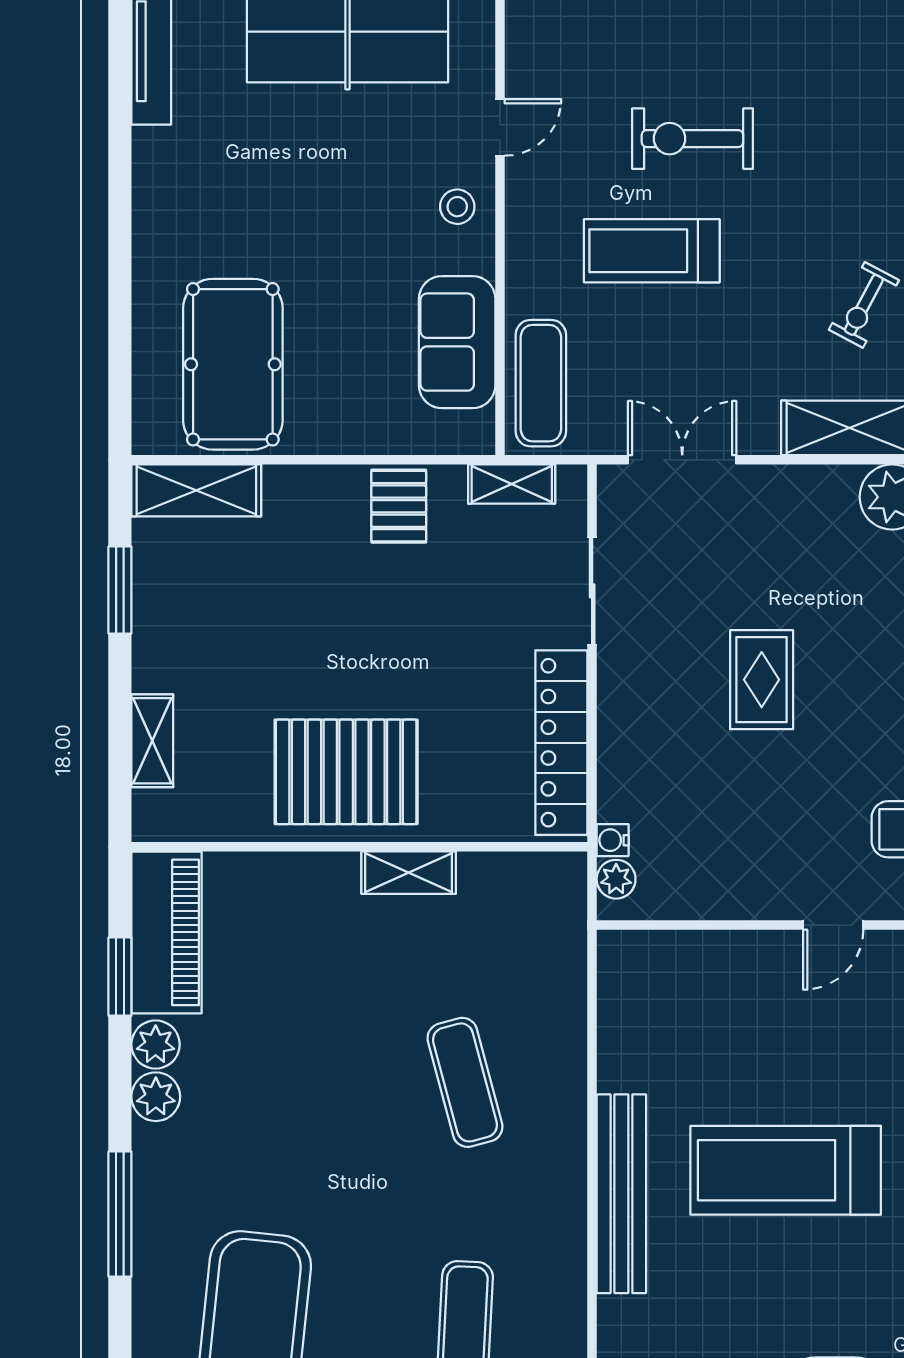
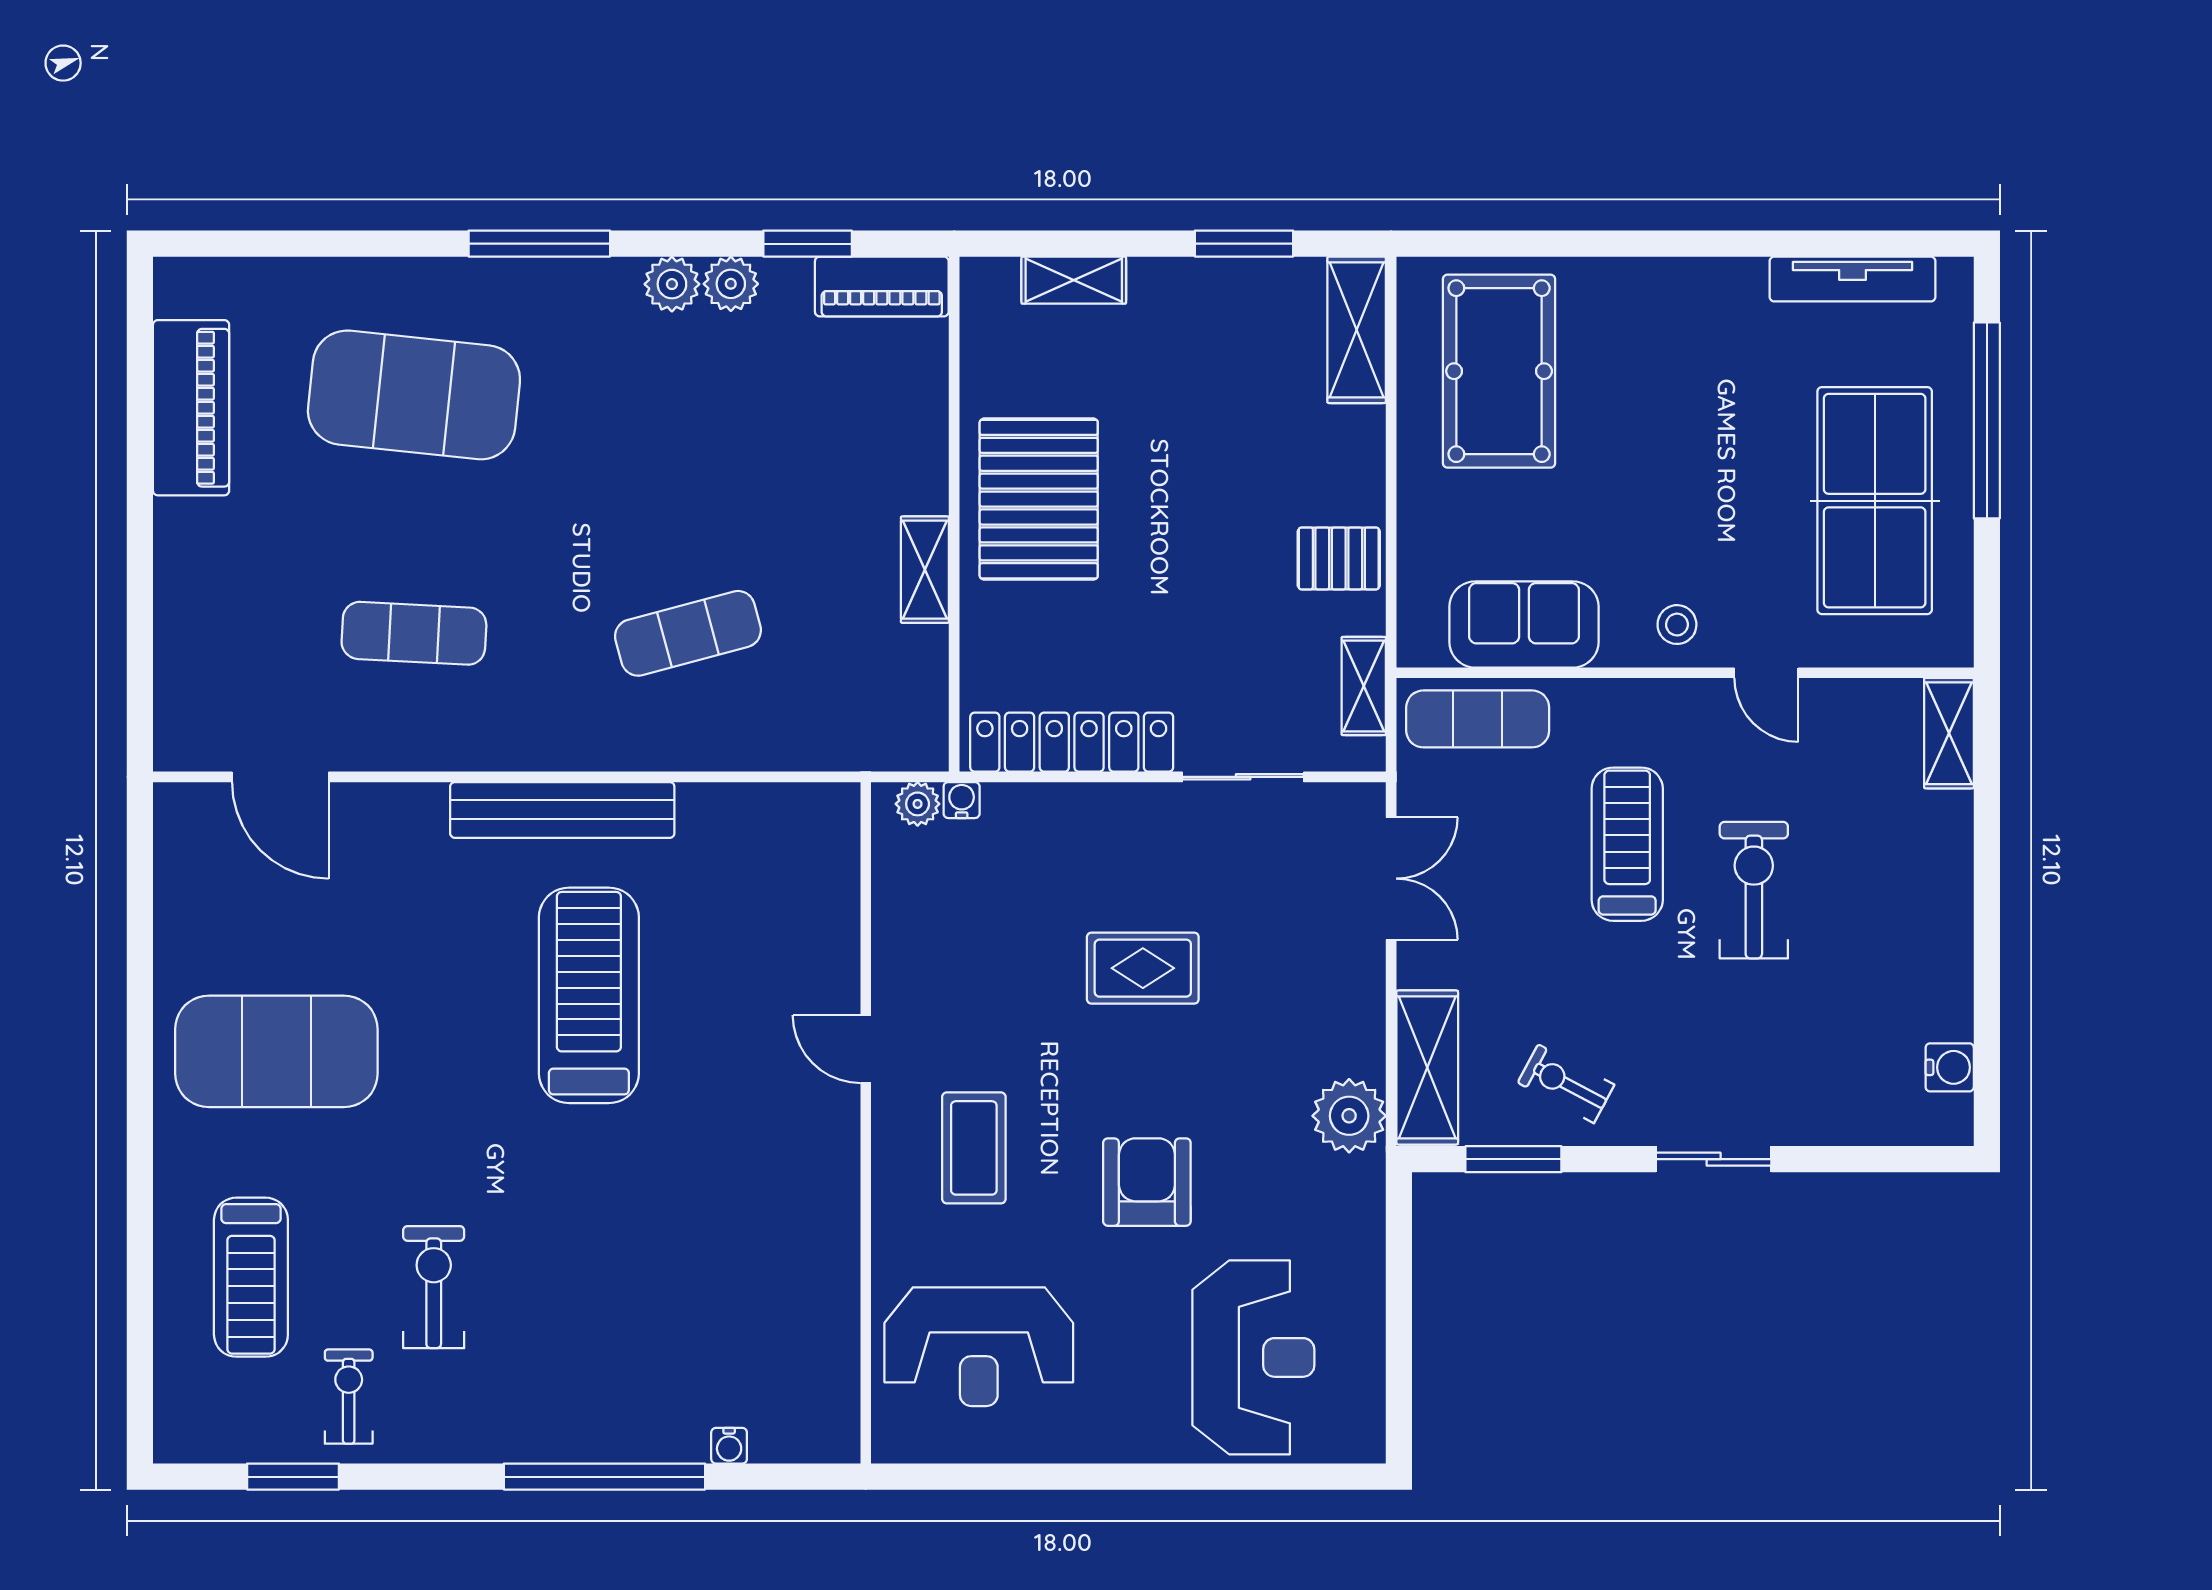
pool table: (233, 364) -> (1499, 371), turned 90
piano: (167, 932) -> (882, 286), width x0.73, depth x0.75

